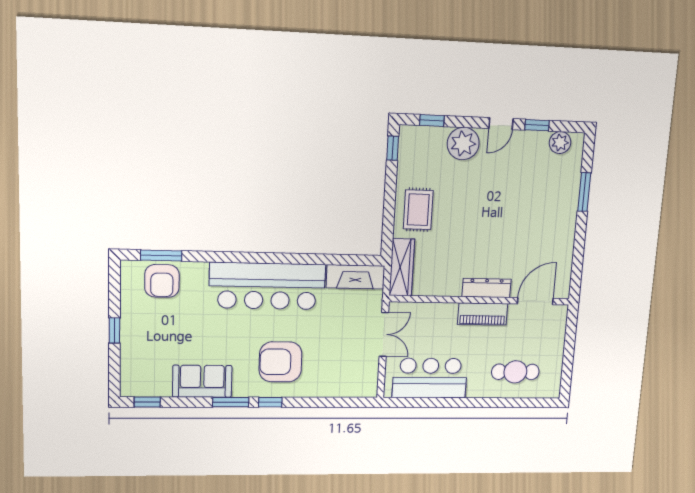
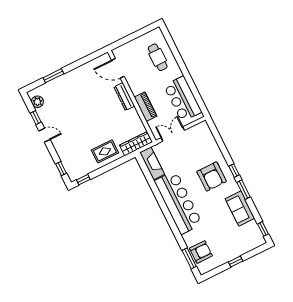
plant: (463, 144) -> (63, 148), removed
piano: (483, 314) -> (146, 107), moved

